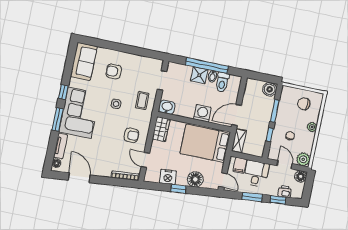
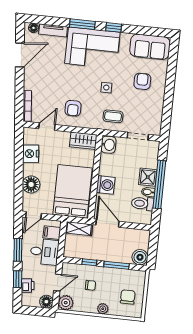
window: (178, 189) -> (19, 167), removed

